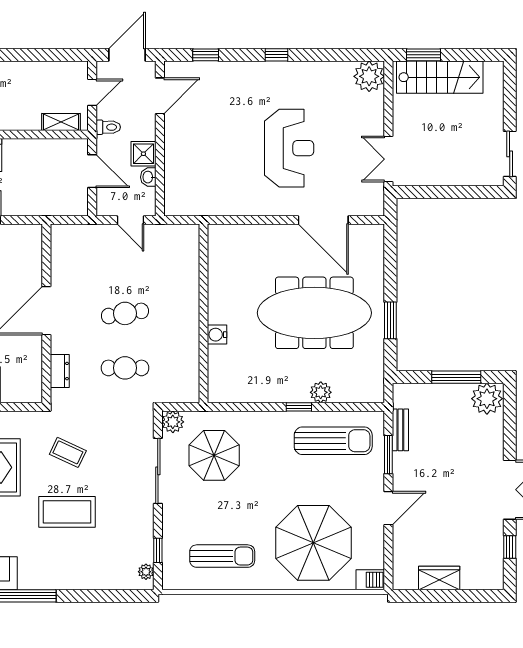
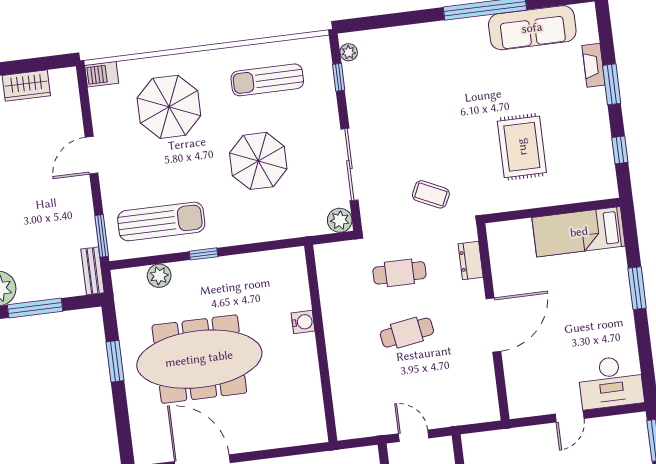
plant: (321, 392) -> (159, 276), moved
bench: (400, 430) -> (93, 271), moved
sun lounger: (333, 441) -> (161, 221), turned 180
coffee table: (68, 452) -> (431, 194), moved
parasol: (214, 455) -> (258, 161), moved
window: (388, 455) -> (102, 236), moved
coffee table: (67, 512) -> (443, 107), removed
parasol: (313, 543) -> (169, 107), width x0.73, depth x0.73

